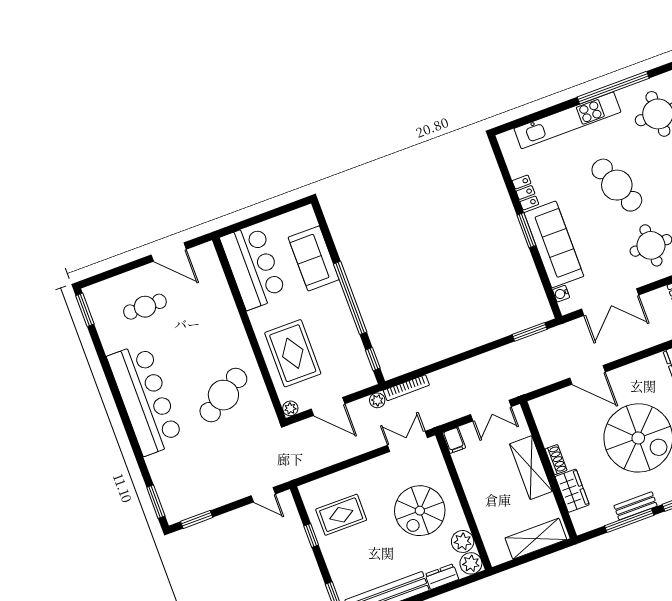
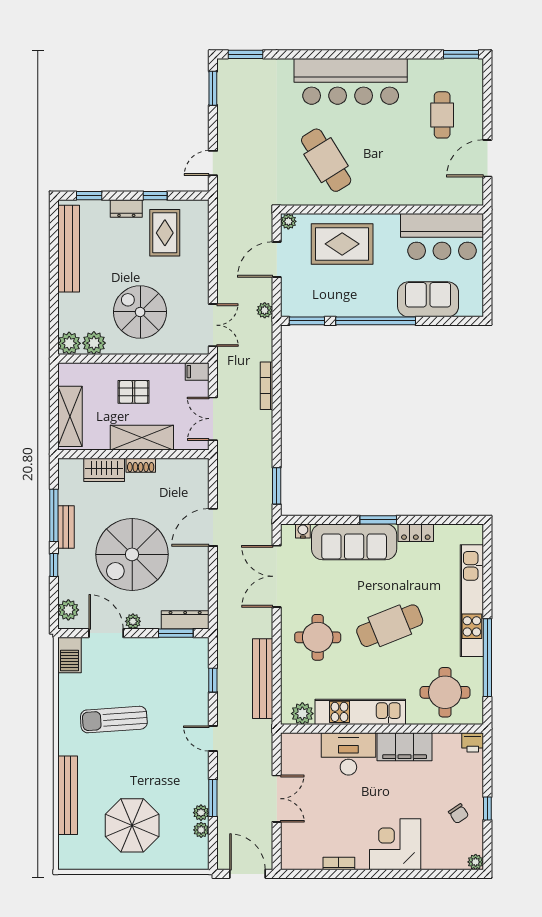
window: (373, 359) -> (307, 321), width x1.50
bookcase: (406, 388) -> (266, 386), moved
pallet: (493, 490) -> (134, 392), added
dresser: (442, 577) -> (126, 208), moved, turned 90

